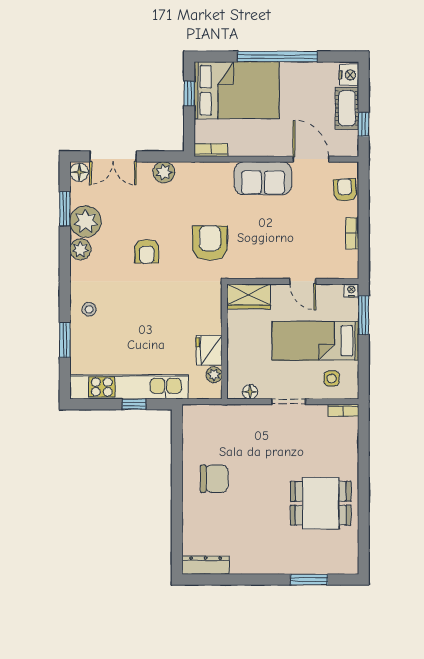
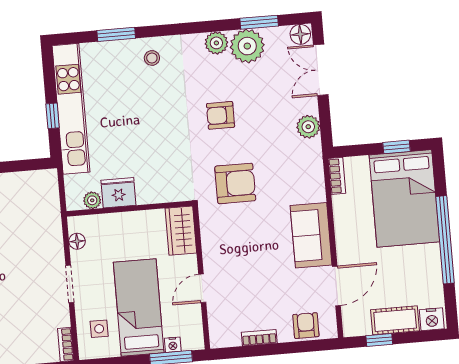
armchair: (345, 190) -> (306, 326), turned -87
nightstand: (351, 291) -> (173, 345), moved, turned 90

